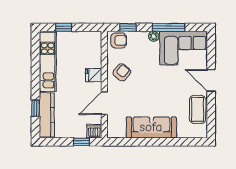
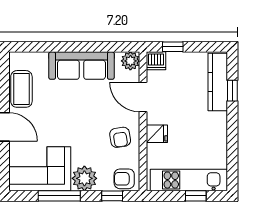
plant: (154, 36) -> (84, 178), width x1.87, depth x1.87
kitchen unit: (48, 62) -> (189, 180), moved, turned 90
armchair: (122, 72) -> (120, 137), turned -49
door: (104, 103) -> (143, 97), swing flipped
plant: (114, 131) -> (130, 61), added

